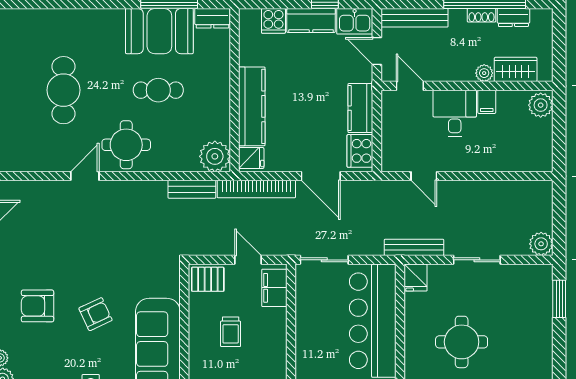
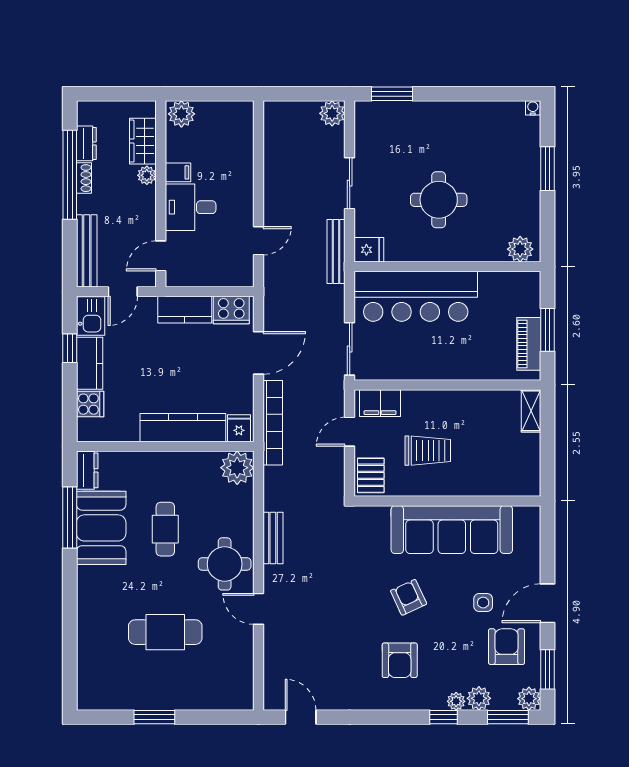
bench: (192, 189) -> (273, 538), moved
trolley: (231, 332) -> (428, 451), width x1.36, depth x1.39

